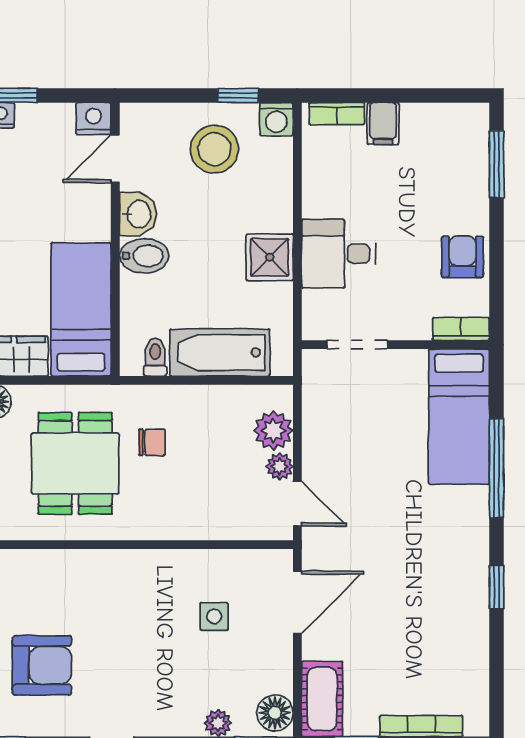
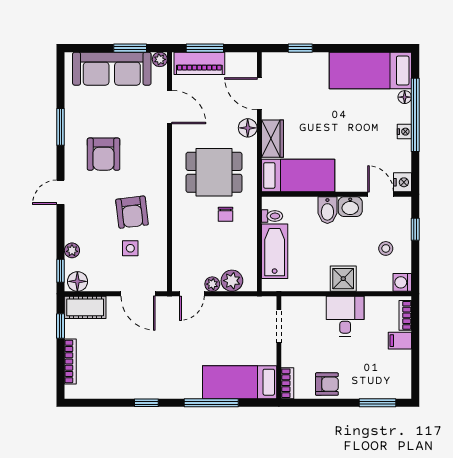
window: (238, 95) -> (415, 229), moved
stool: (214, 149) -> (386, 248), width x0.53, depth x0.53
desk: (339, 254) -> (345, 316), moved
shower: (270, 257) -> (343, 279), moved
armchair: (148, 613) -> (132, 212), added

